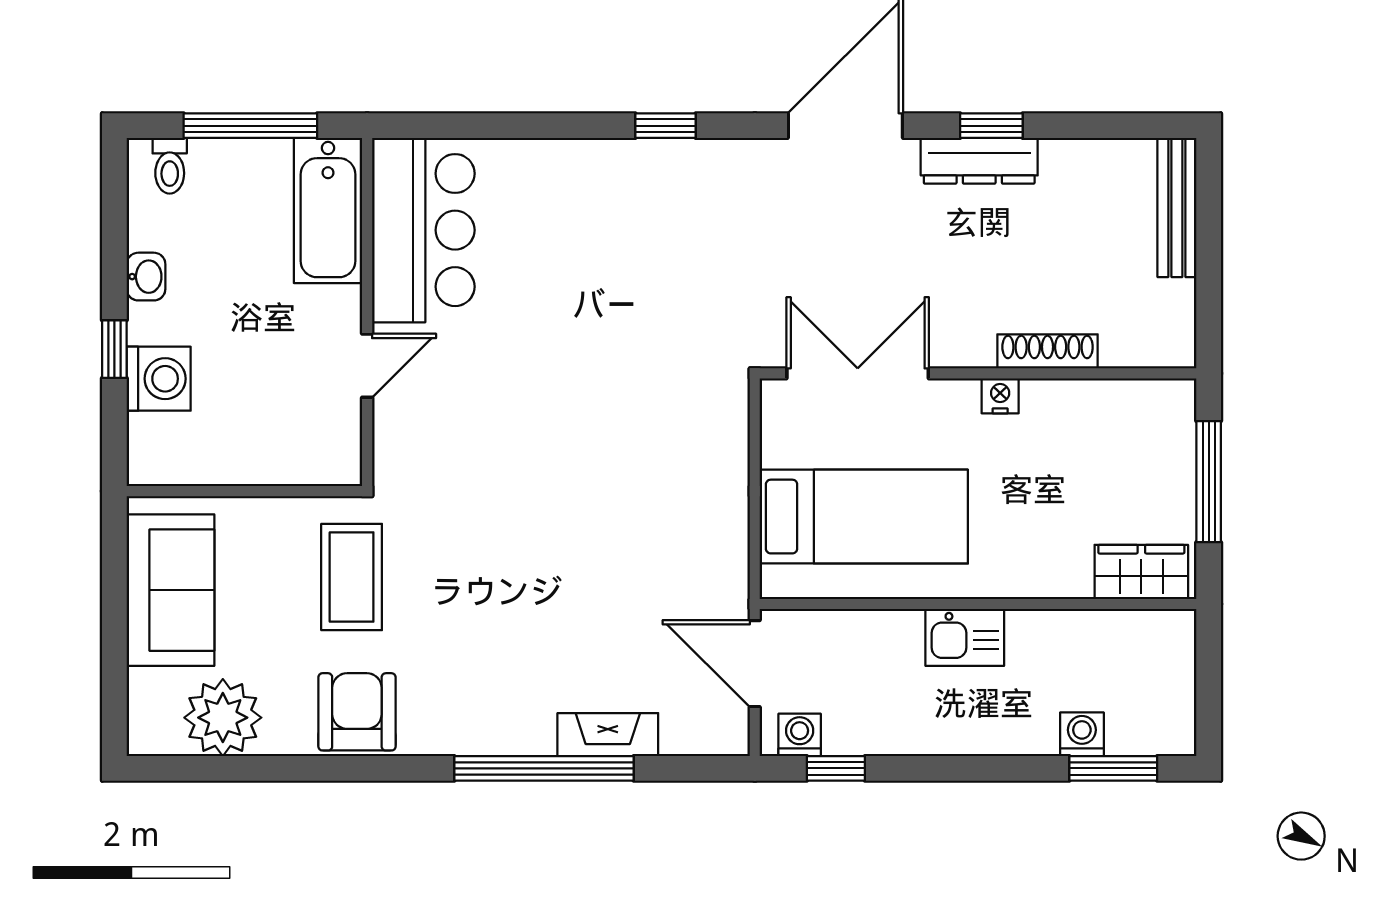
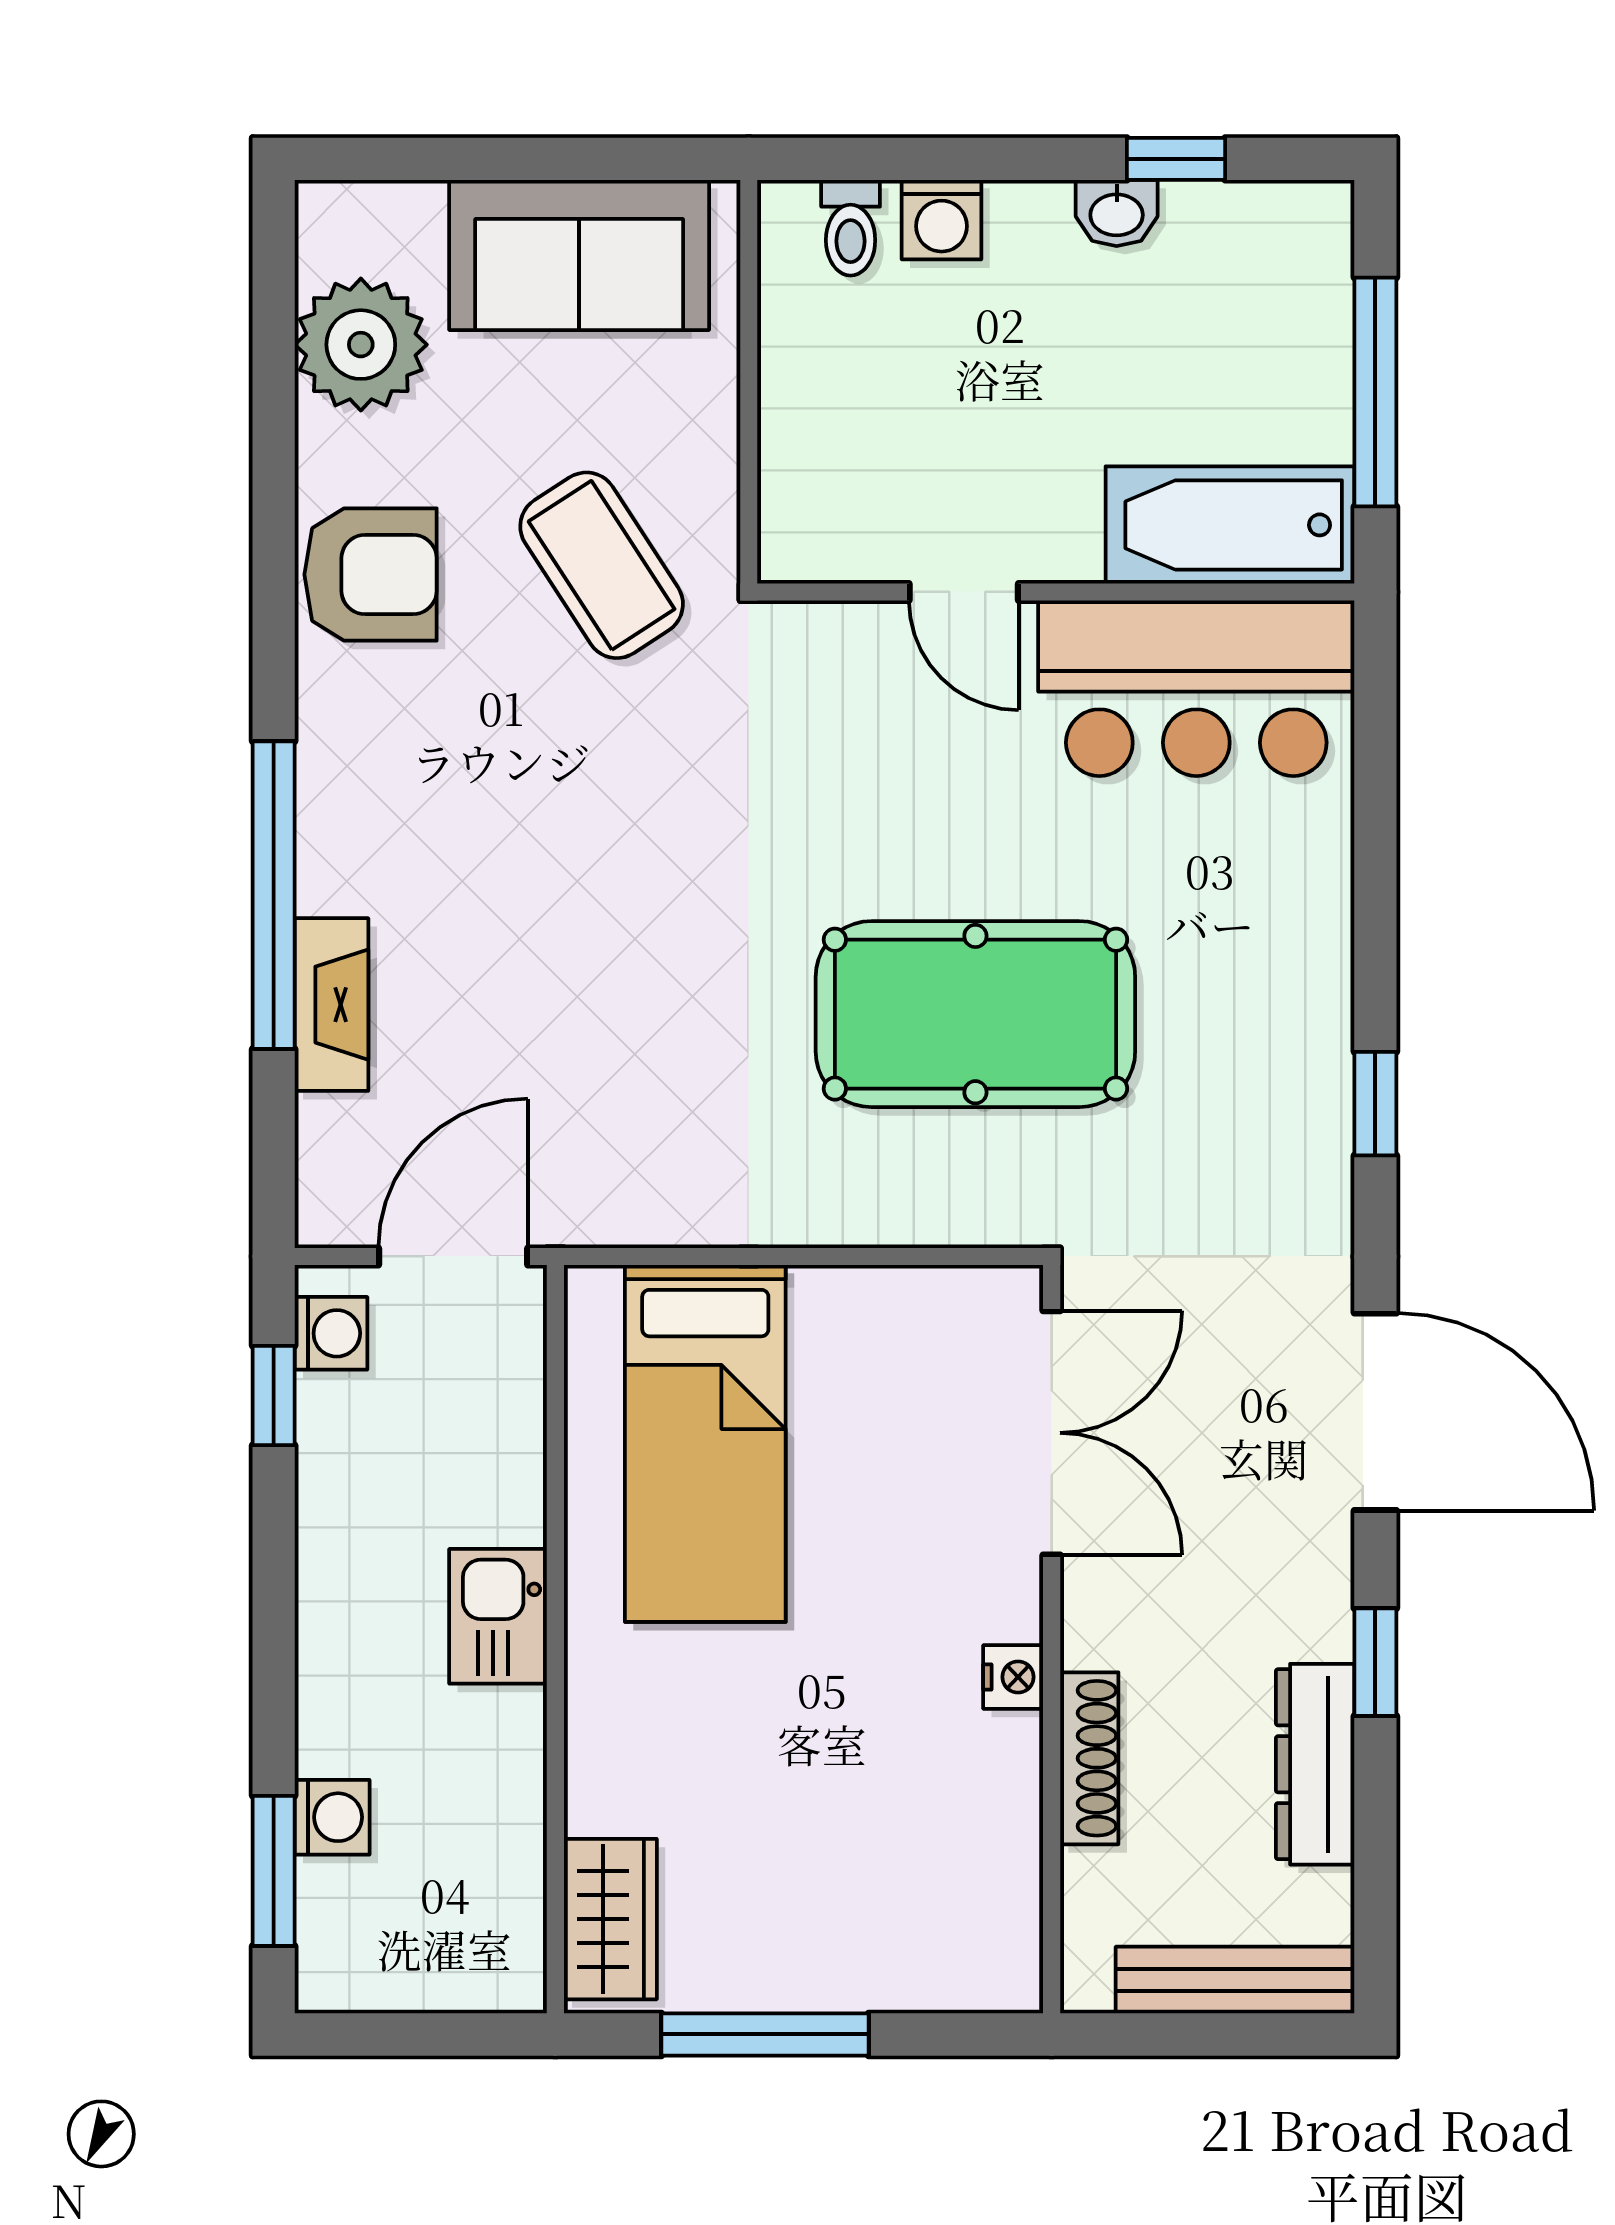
dresser: (979, 161) -> (1315, 1764), moved
toilet: (170, 166) -> (851, 228), moved, turned -90
window: (114, 349) -> (1176, 159), moved
shoe rack: (1048, 351) -> (1089, 1758), moved
pool table: (613, 359) -> (975, 1014), added
double door: (858, 373) -> (1052, 1433), moved
wall: (978, 373) -> (1052, 1639), moved
washing machine: (159, 379) -> (942, 220), width x0.73, depth x0.73
nightstand: (1000, 396) -> (1013, 1677), moved
coffee table: (352, 577) -> (602, 565), turned 57

